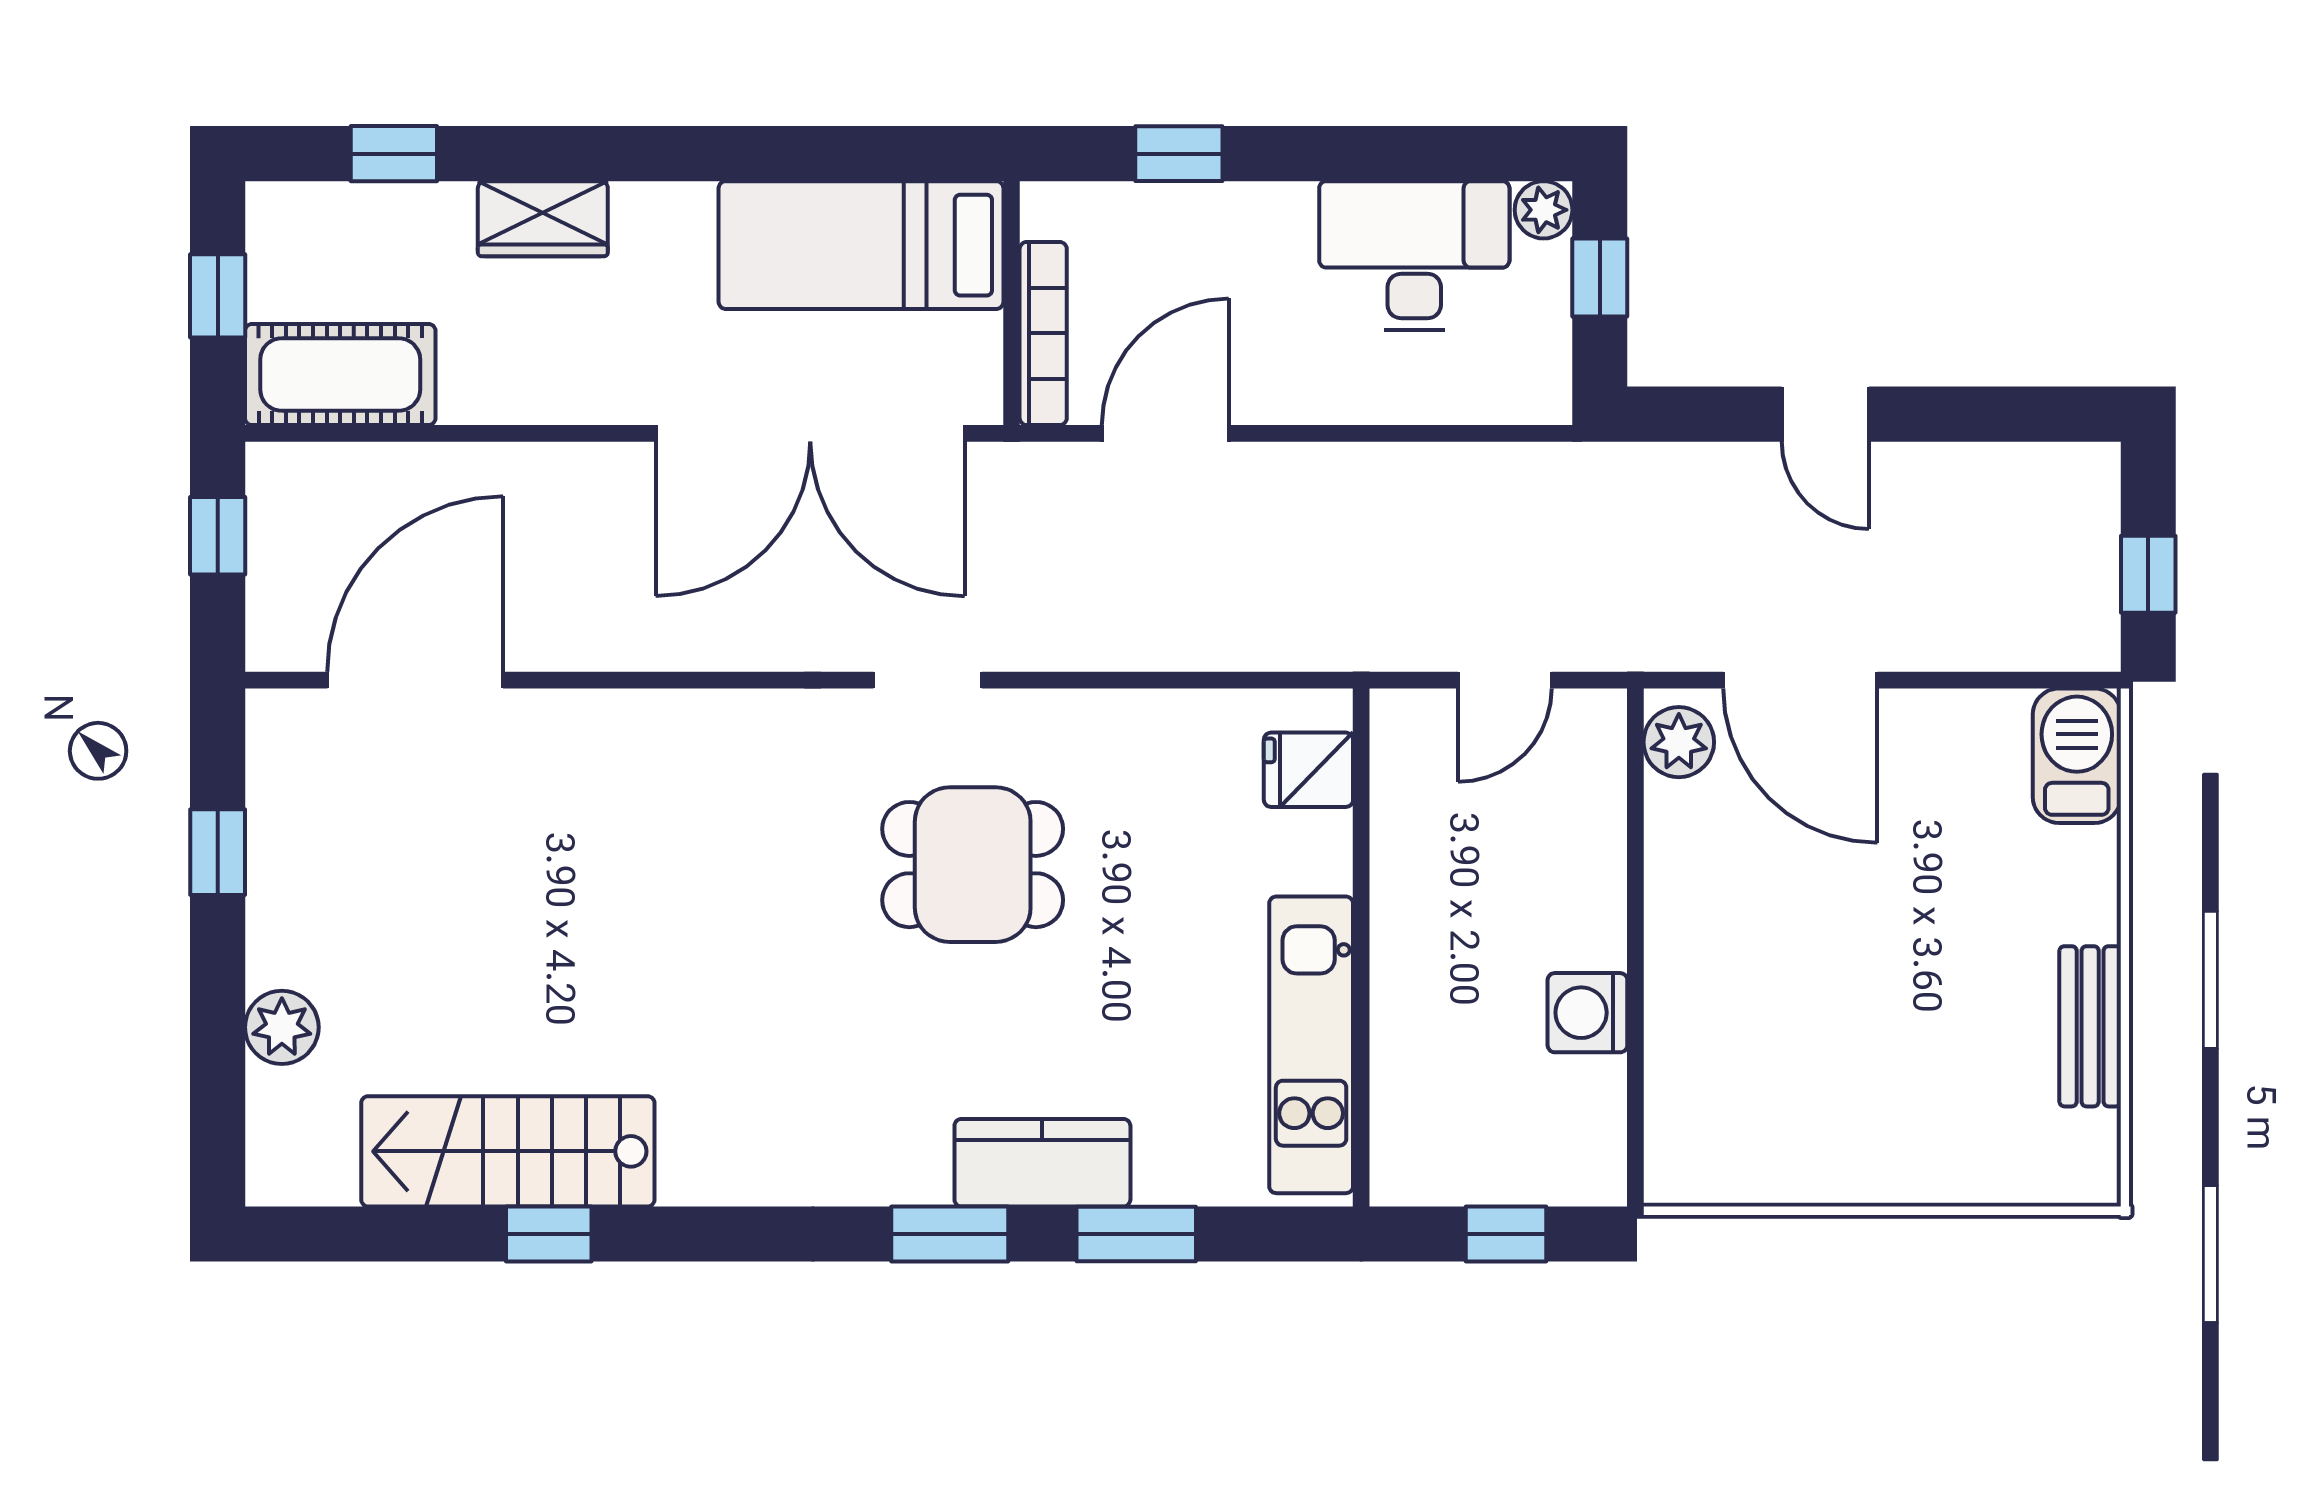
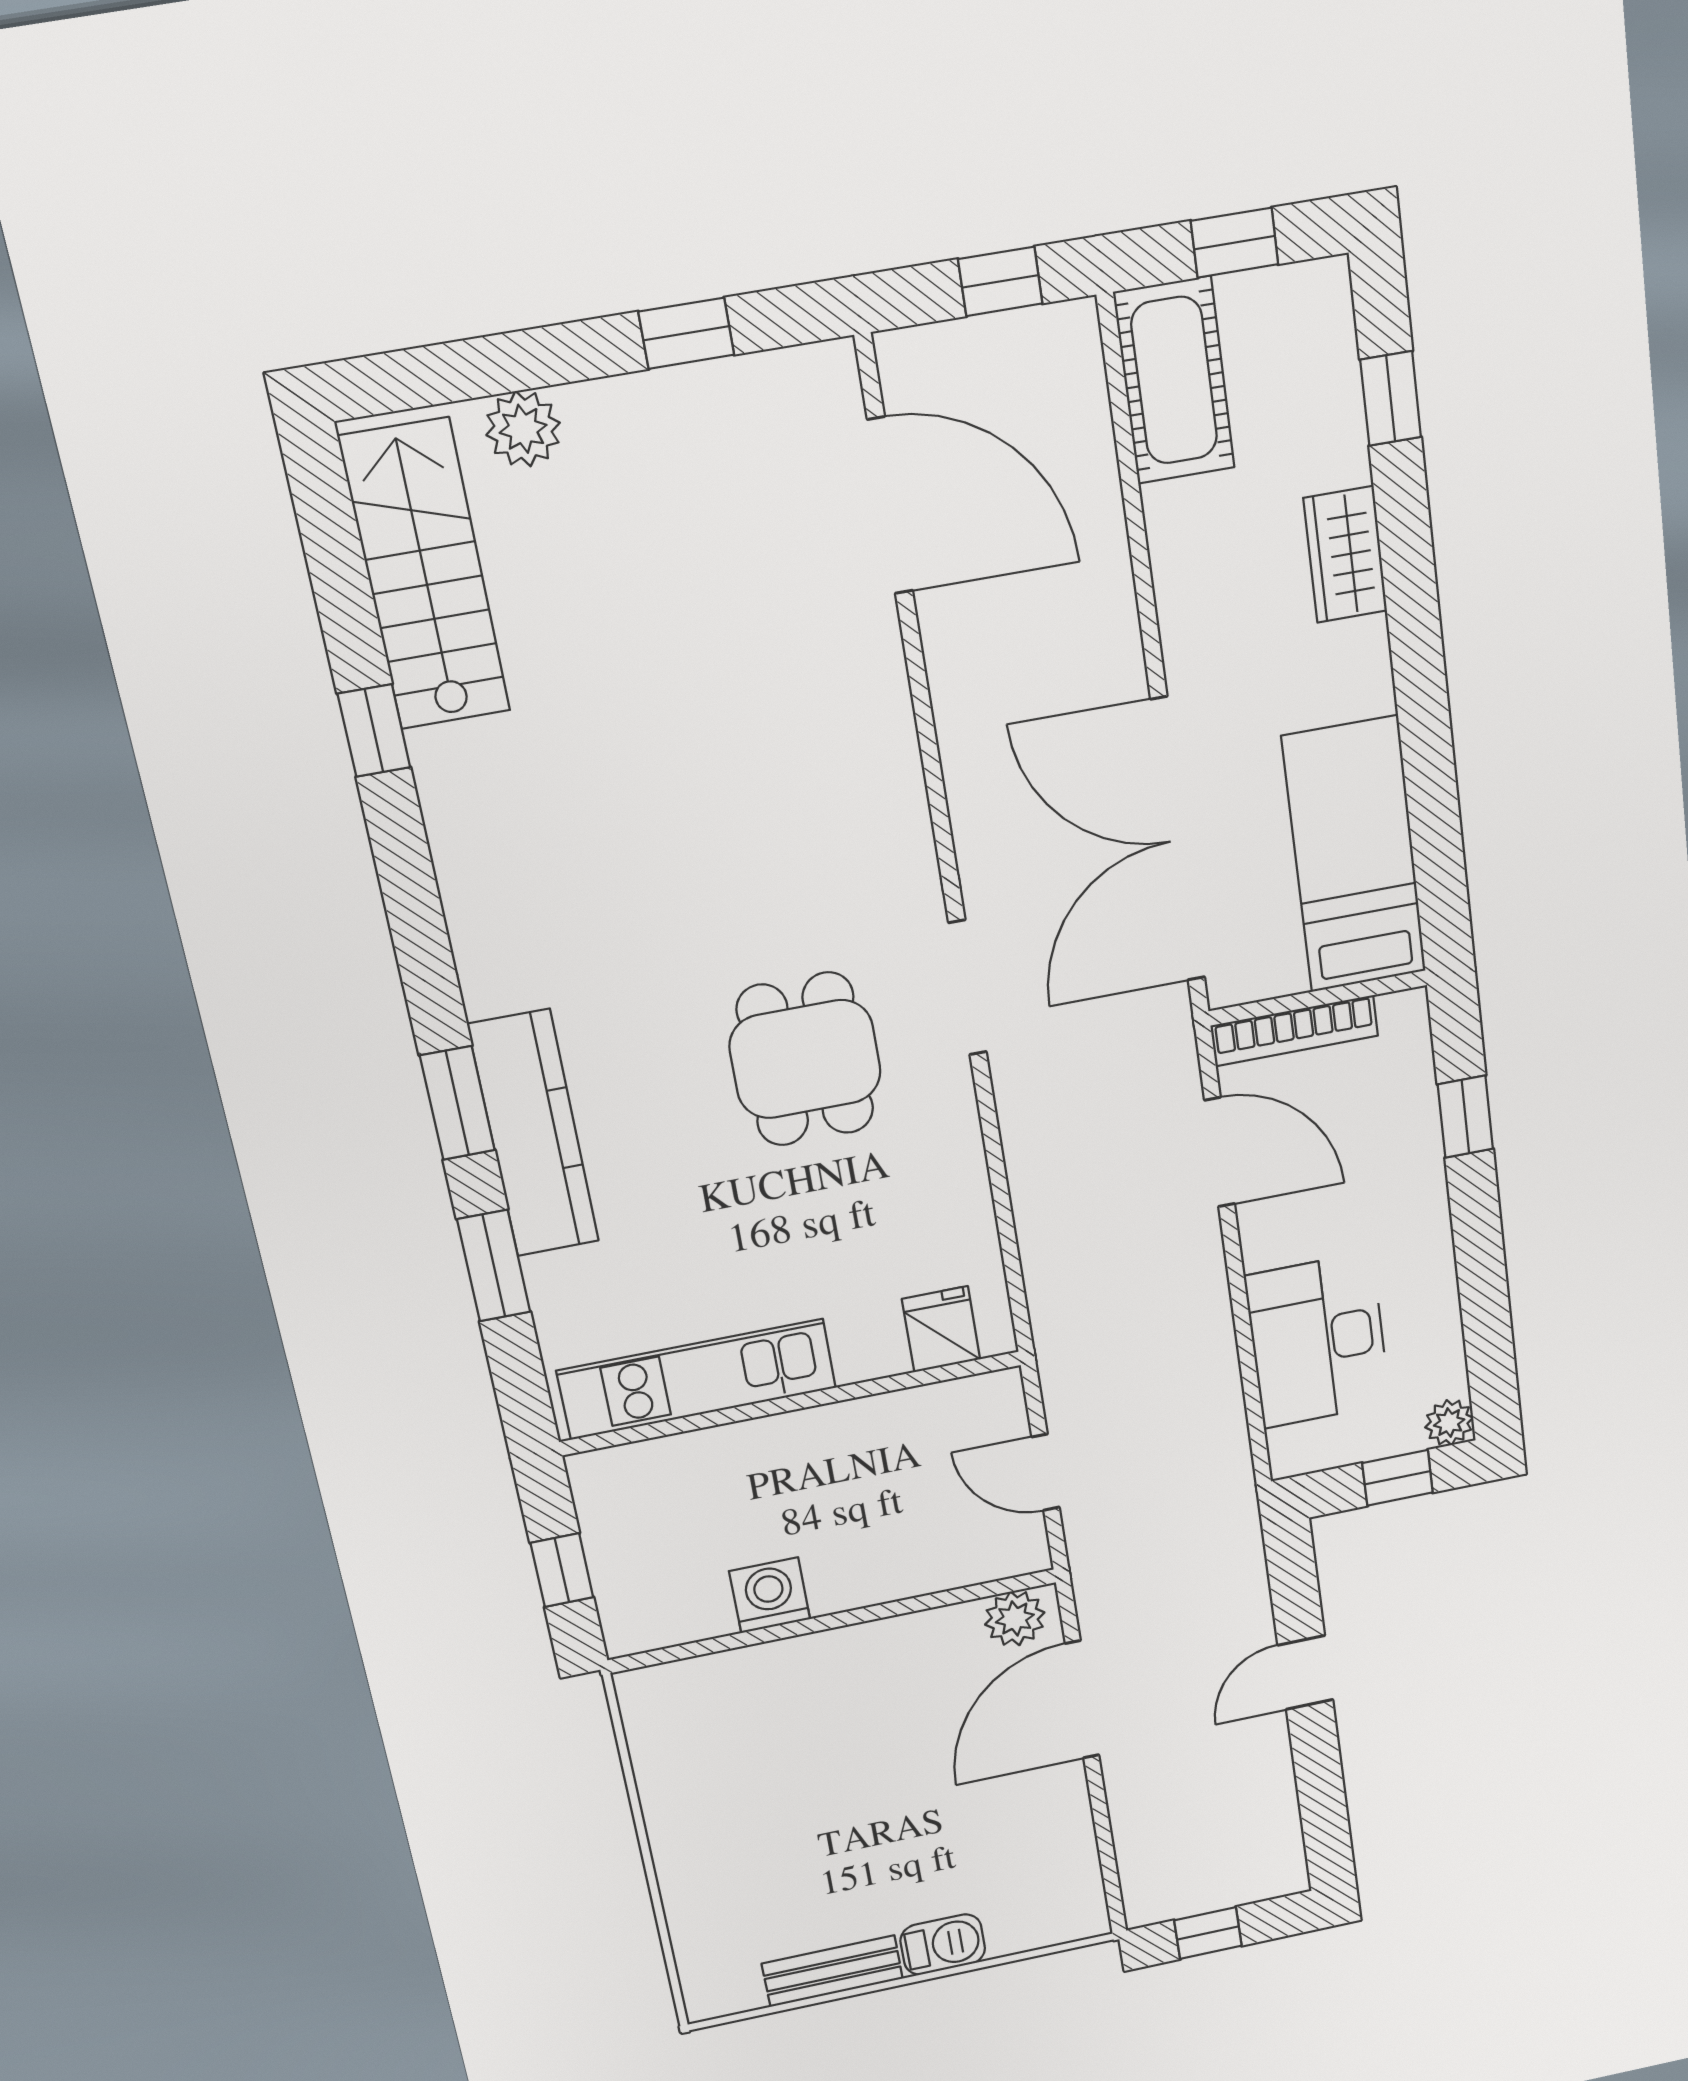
desk: (1414, 256) -> (1318, 1340), moved, turned 180
doorway: (928, 680) -> (968, 988), width x1.38
barbecue: (2077, 756) -> (943, 1945), moved, width x0.73, depth x0.79
stairs: (508, 1151) -> (425, 575), moved
kitchen counter: (1042, 1163) -> (534, 1134), width x1.50

